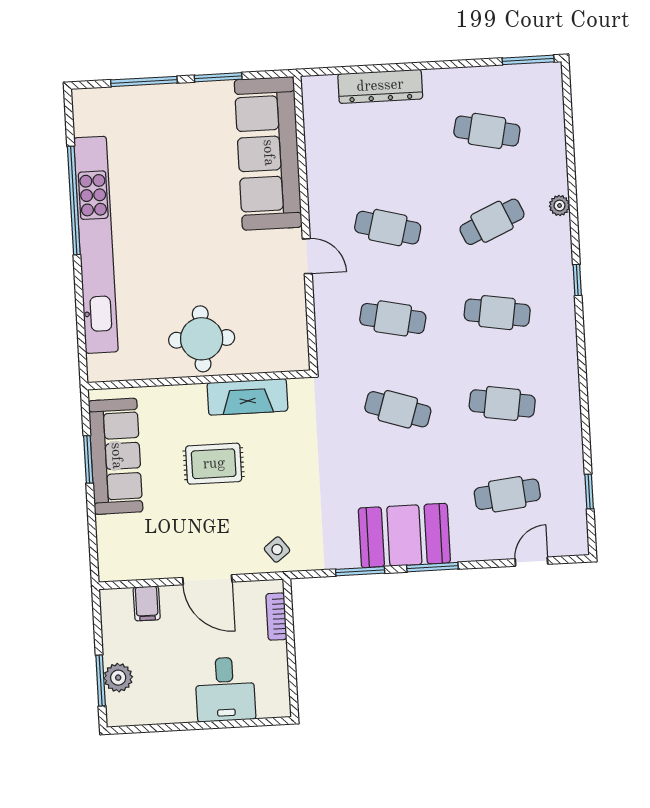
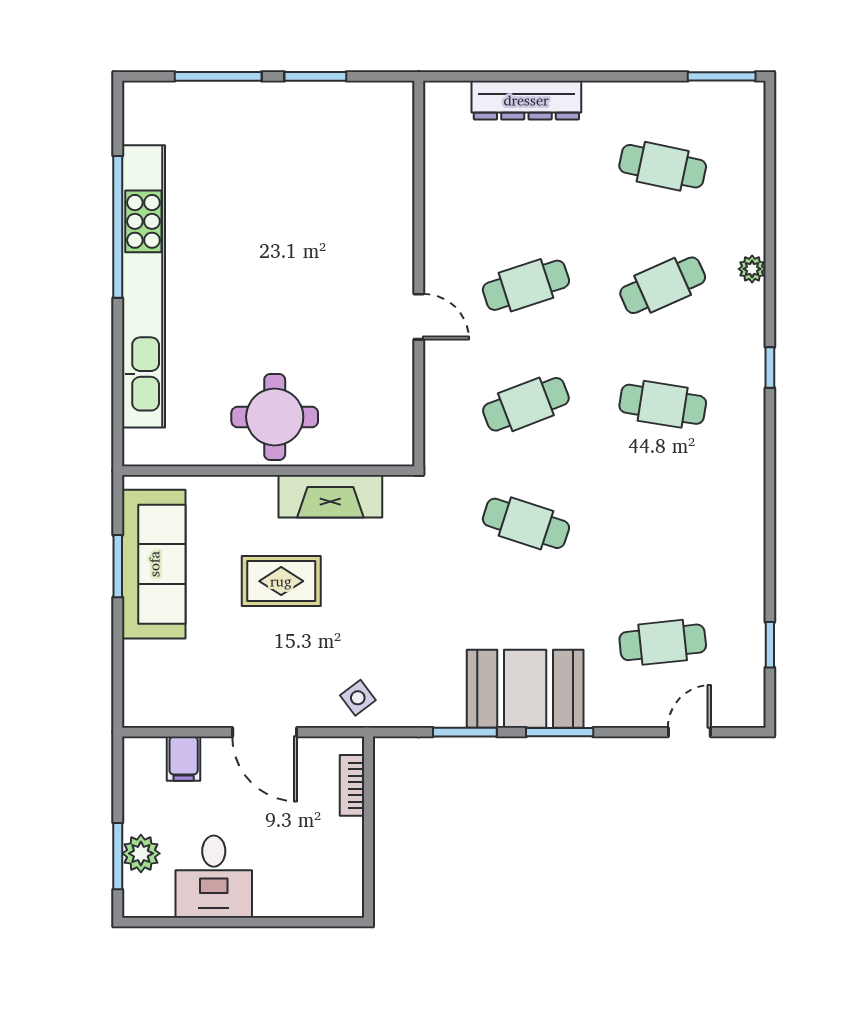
sofa: (268, 153) -> (375, 180), removed
cafe table: (388, 228) -> (526, 285), turned -33
cafe table: (393, 318) -> (526, 404), turned -33
cafe table: (502, 403) -> (663, 523), removed
desk: (225, 689) -> (214, 877), moved

